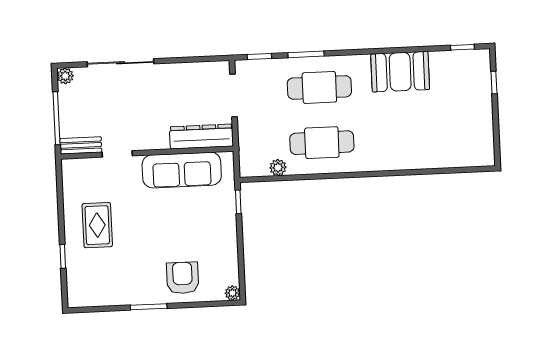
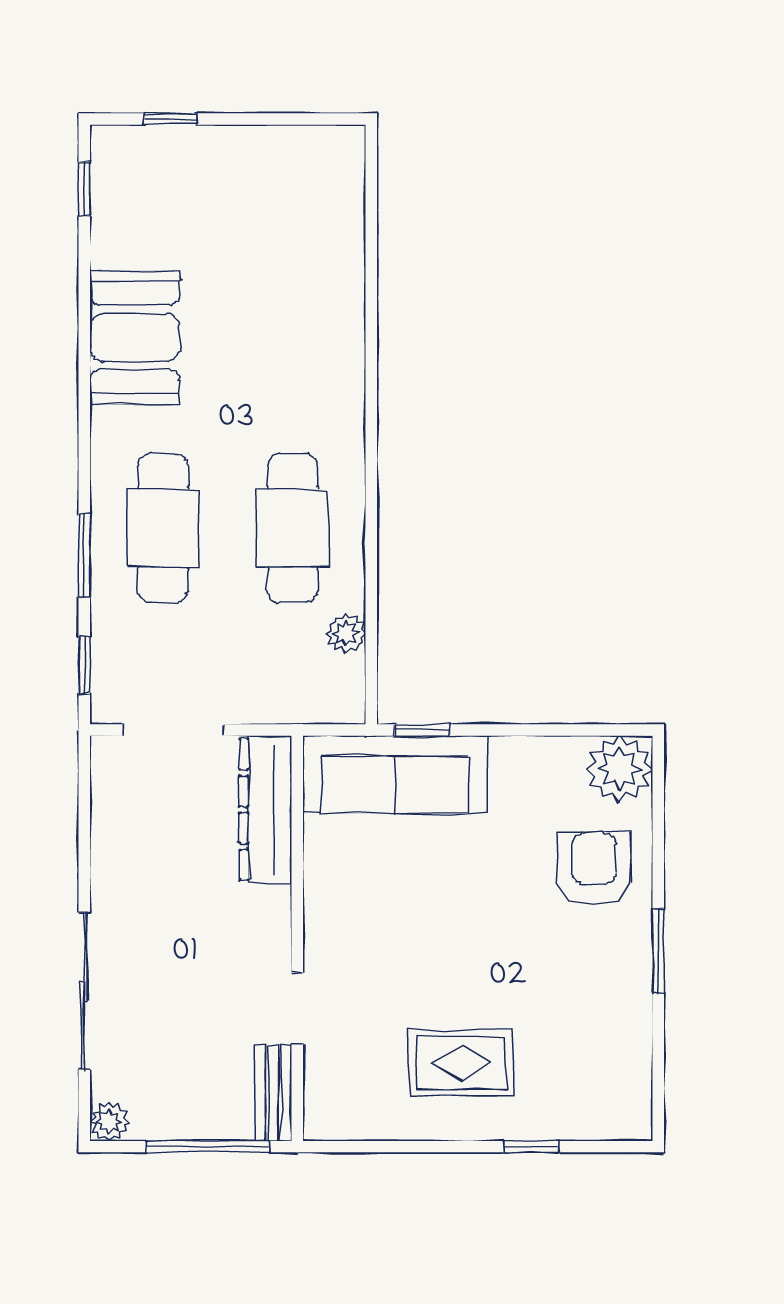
sofa: (182, 170) -> (395, 775), moved, turned 90
armchair: (183, 278) -> (594, 869), turned 90
plant: (232, 293) -> (619, 769), width x1.88, depth x1.88

